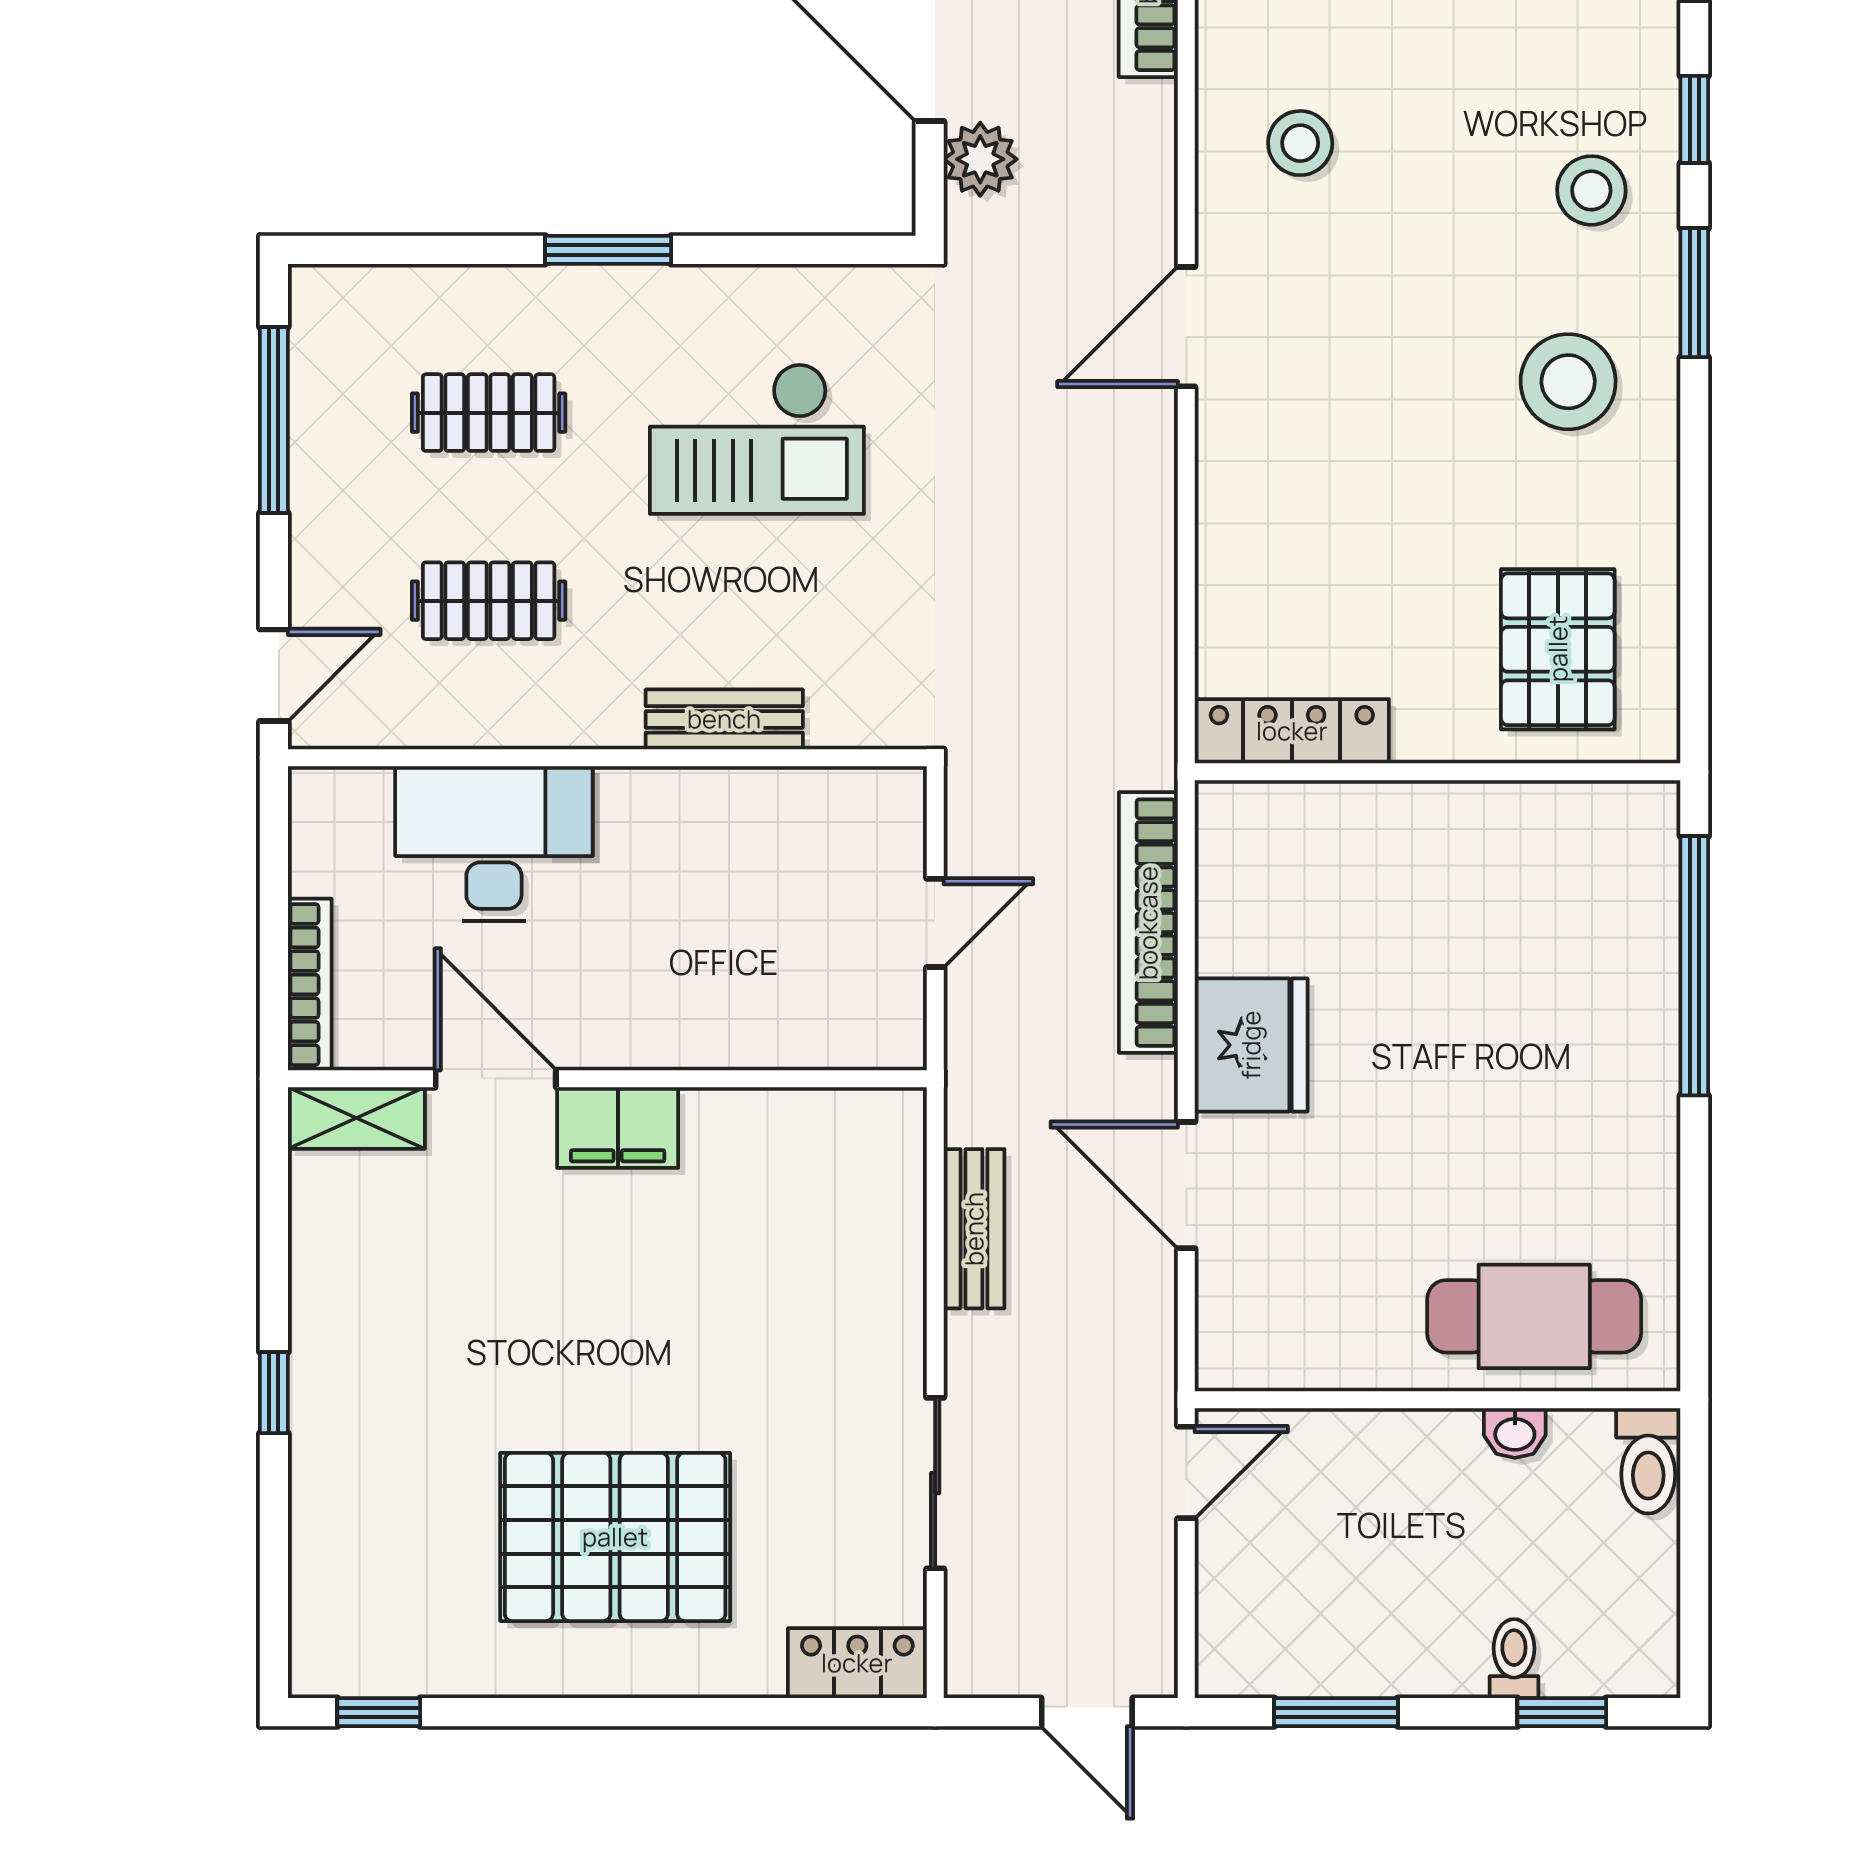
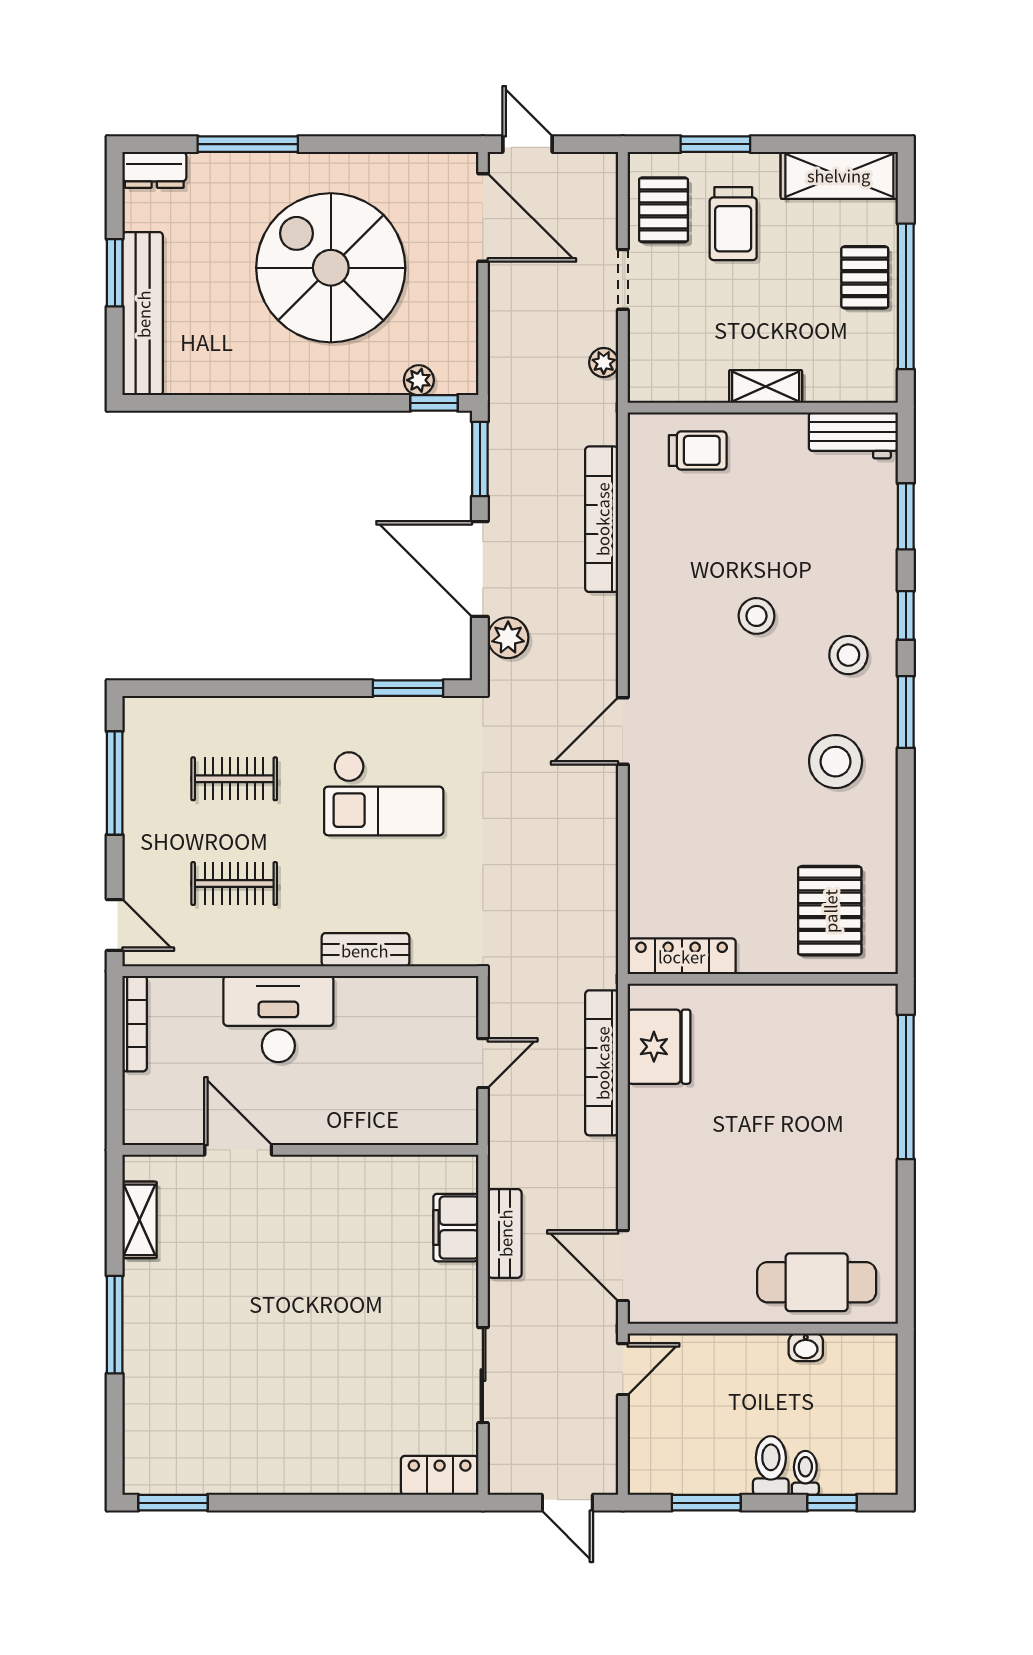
stool: (1300, 143) -> (757, 616), moved
window: (608, 250) -> (408, 688), moved
door: (274, 675) -> (115, 925), hinge flipped
desk: (494, 844) -> (278, 1019), moved
bookcase: (310, 985) -> (135, 1024), moved
fridge: (1251, 1045) -> (659, 1047), moved
shelving: (356, 1118) -> (140, 1220), moved, turned 90
filing cabinet: (618, 1127) -> (456, 1228), moved, turned 90
door: (1186, 1185) -> (623, 1266), moved
window: (274, 1393) -> (115, 1325), width x2.17
toilet: (1648, 1461) -> (771, 1466), moved, turned 180
pallet: (615, 1537) -> (305, 1405), removed
window: (379, 1712) -> (173, 1503), width x1.50

